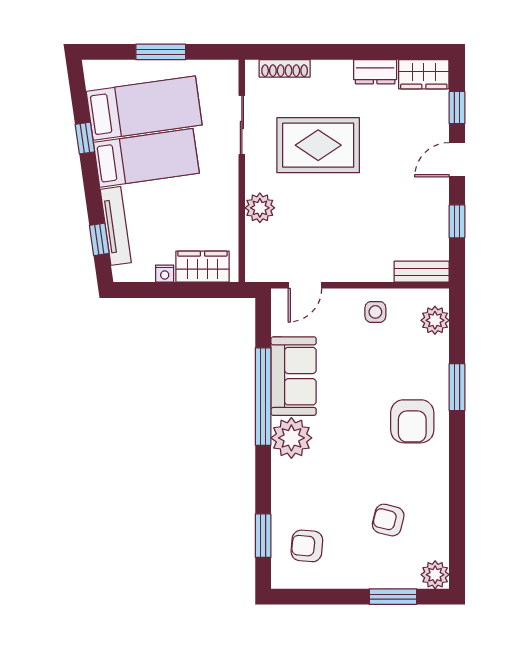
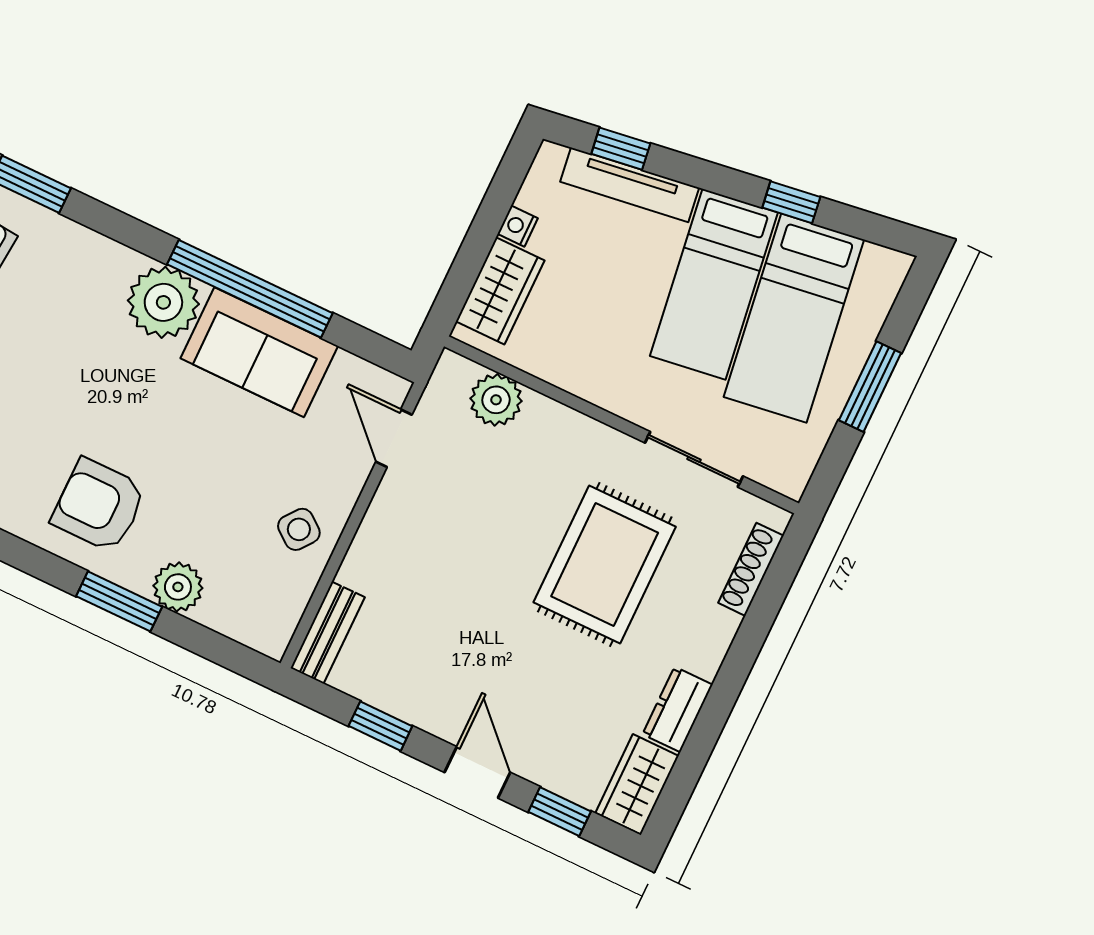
plant: (260, 208) -> (496, 400), moved
side table: (375, 312) -> (299, 529), turned 38
plant: (435, 320) -> (178, 587), moved

